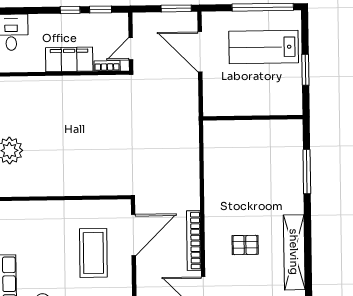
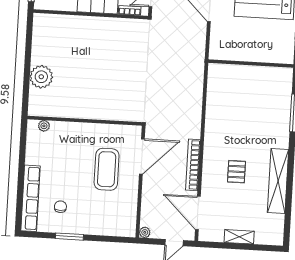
plant: (17, 208) -> (44, 126), added
pallet: (245, 245) -> (236, 172), turned 90

